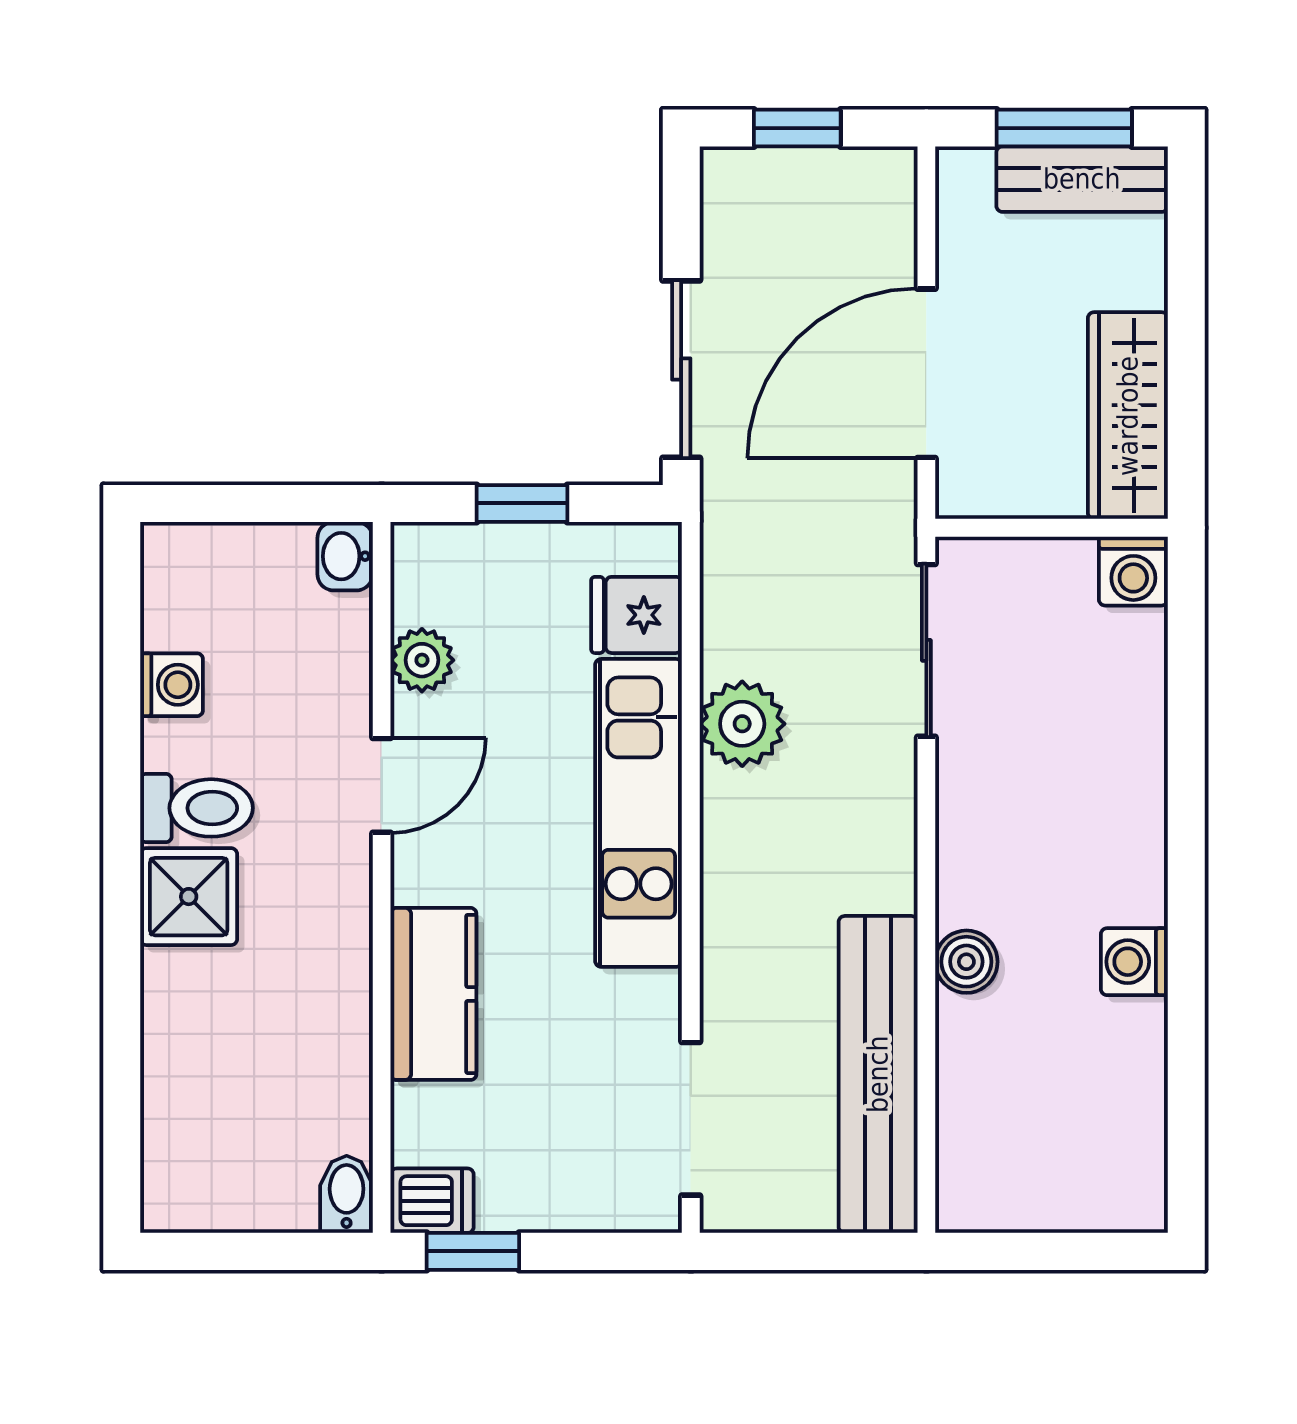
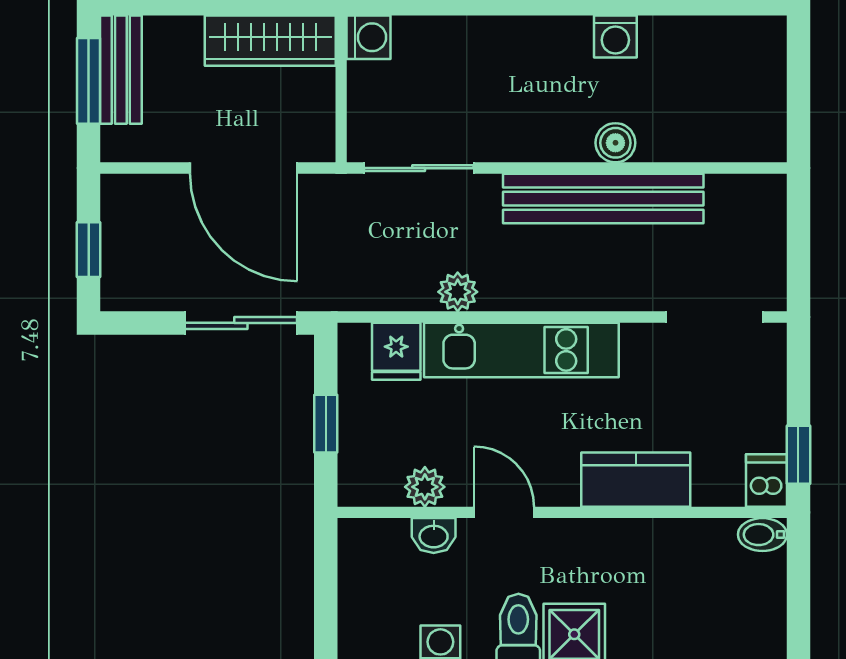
washbasin: (345, 556) -> (434, 535), moved
plant: (742, 724) -> (458, 292), width x0.73, depth x0.73
bench: (878, 1074) -> (603, 199), moved

